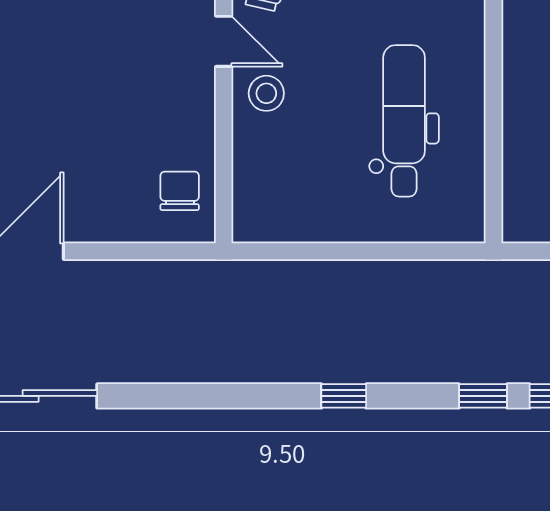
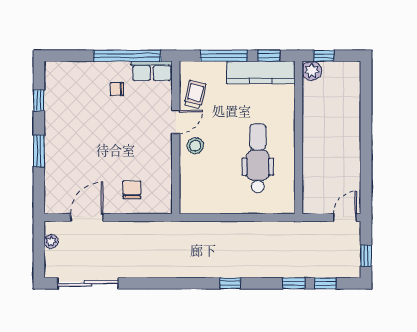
door: (224, 41) -> (176, 122), hinge flipped
chair: (180, 191) -> (132, 190), moved

